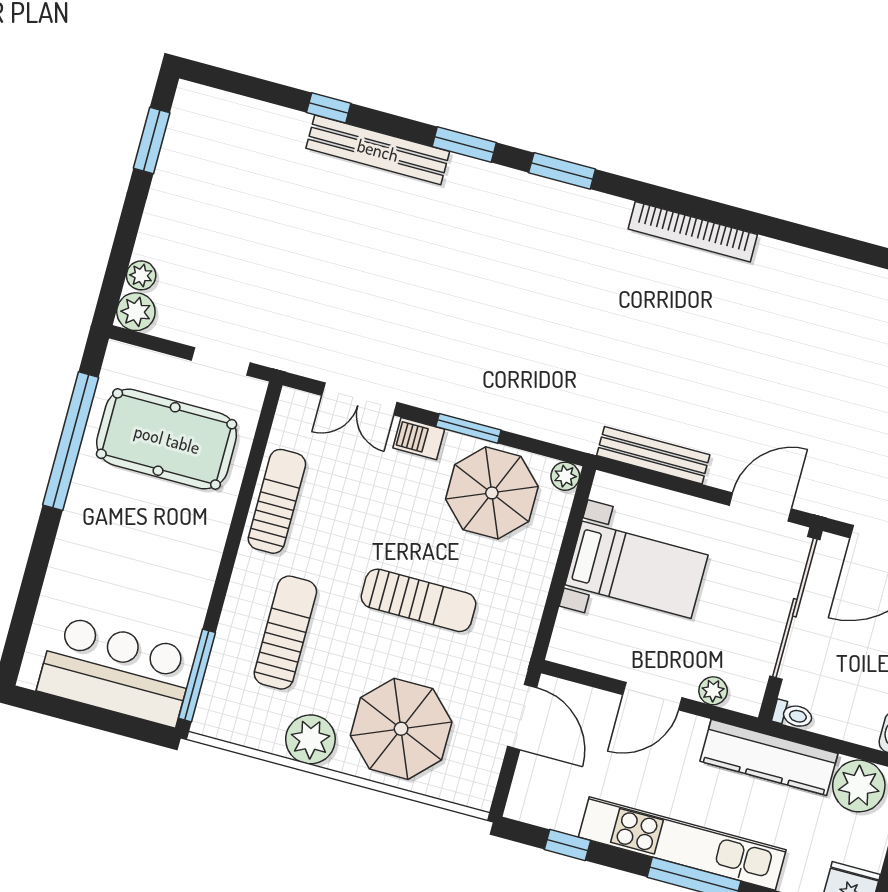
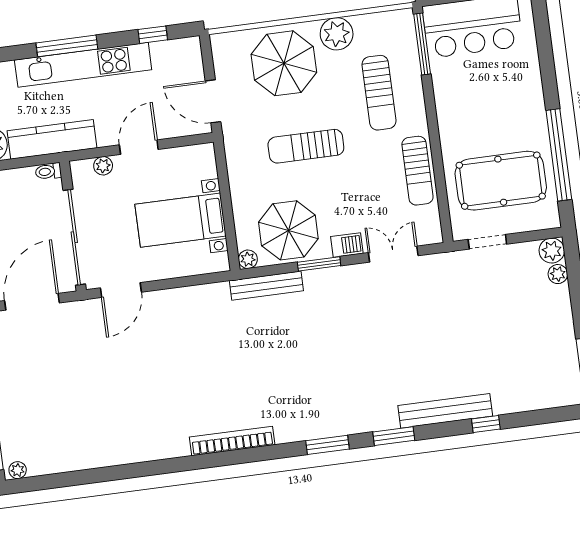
bench: (653, 455) -> (266, 286), moved

